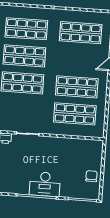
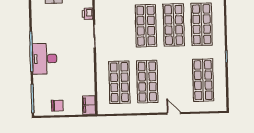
filing cabinet: (94, 146) -> (89, 105), added

